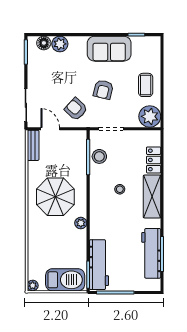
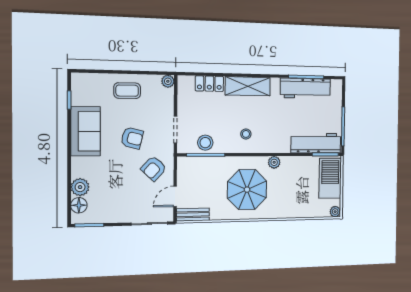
plant: (150, 116) -> (168, 81), width x0.53, depth x0.53
stool: (120, 189) -> (246, 134), moved

